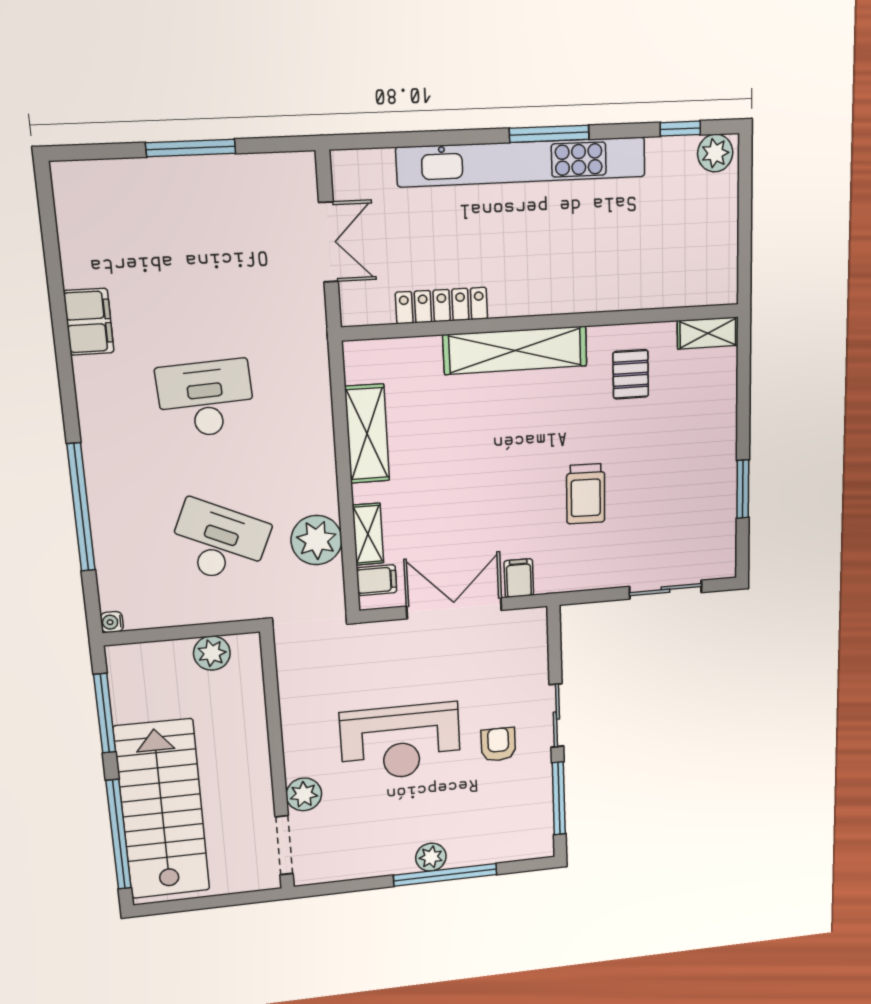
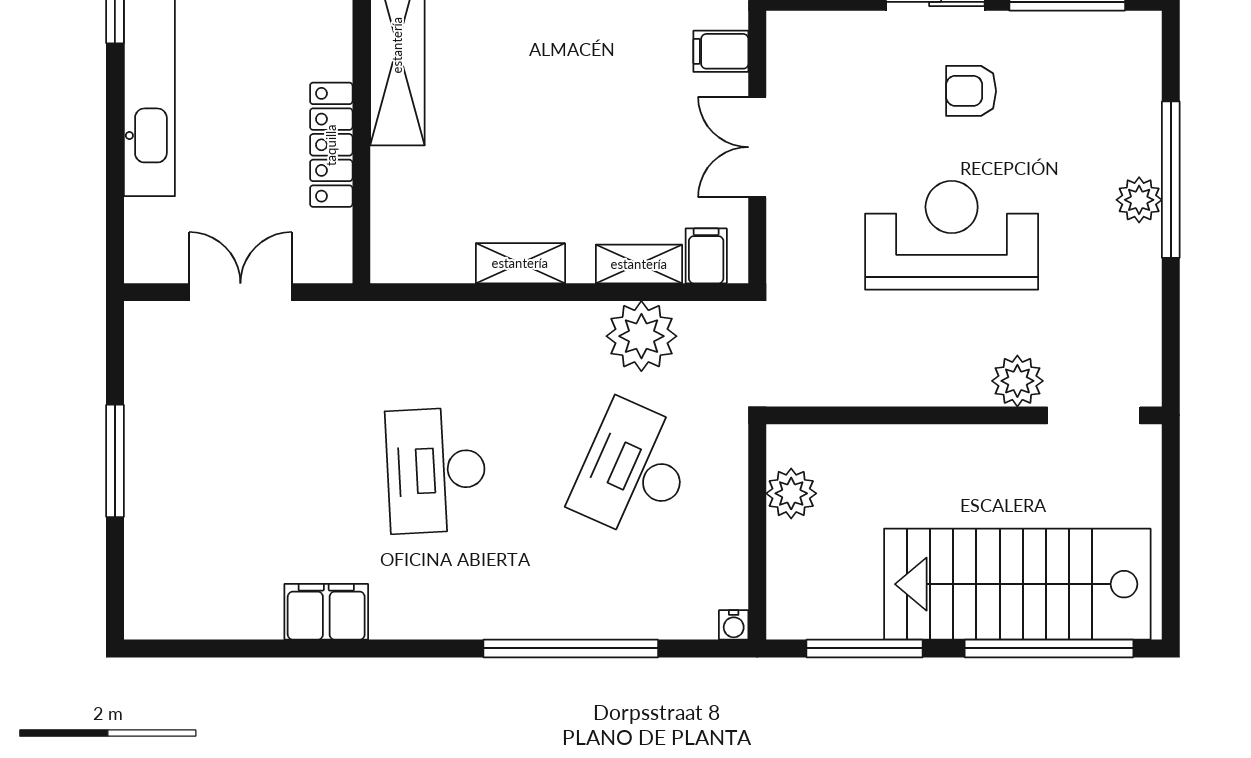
shelving: (367, 434) -> (520, 263), width x0.67, depth x0.75
double door: (454, 608) -> (757, 147), width x0.73
reception desk: (401, 742) -> (952, 235), turned -90

